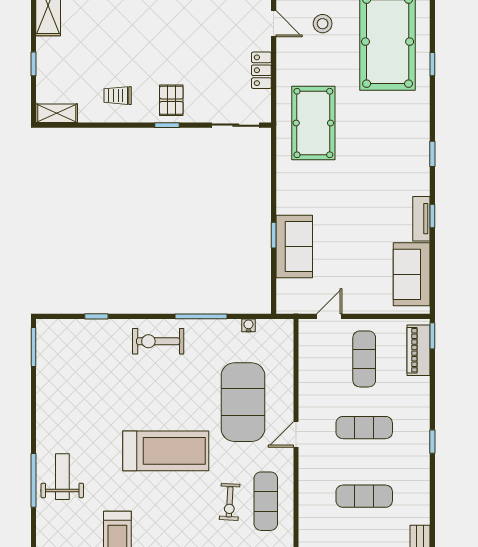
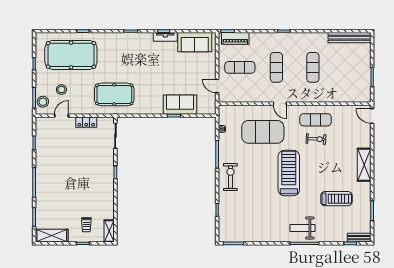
trolley: (118, 96) -> (86, 225), moved
pallet: (171, 100) -> (102, 170), removed
exercise bike: (158, 341) -> (230, 177), turned 180

